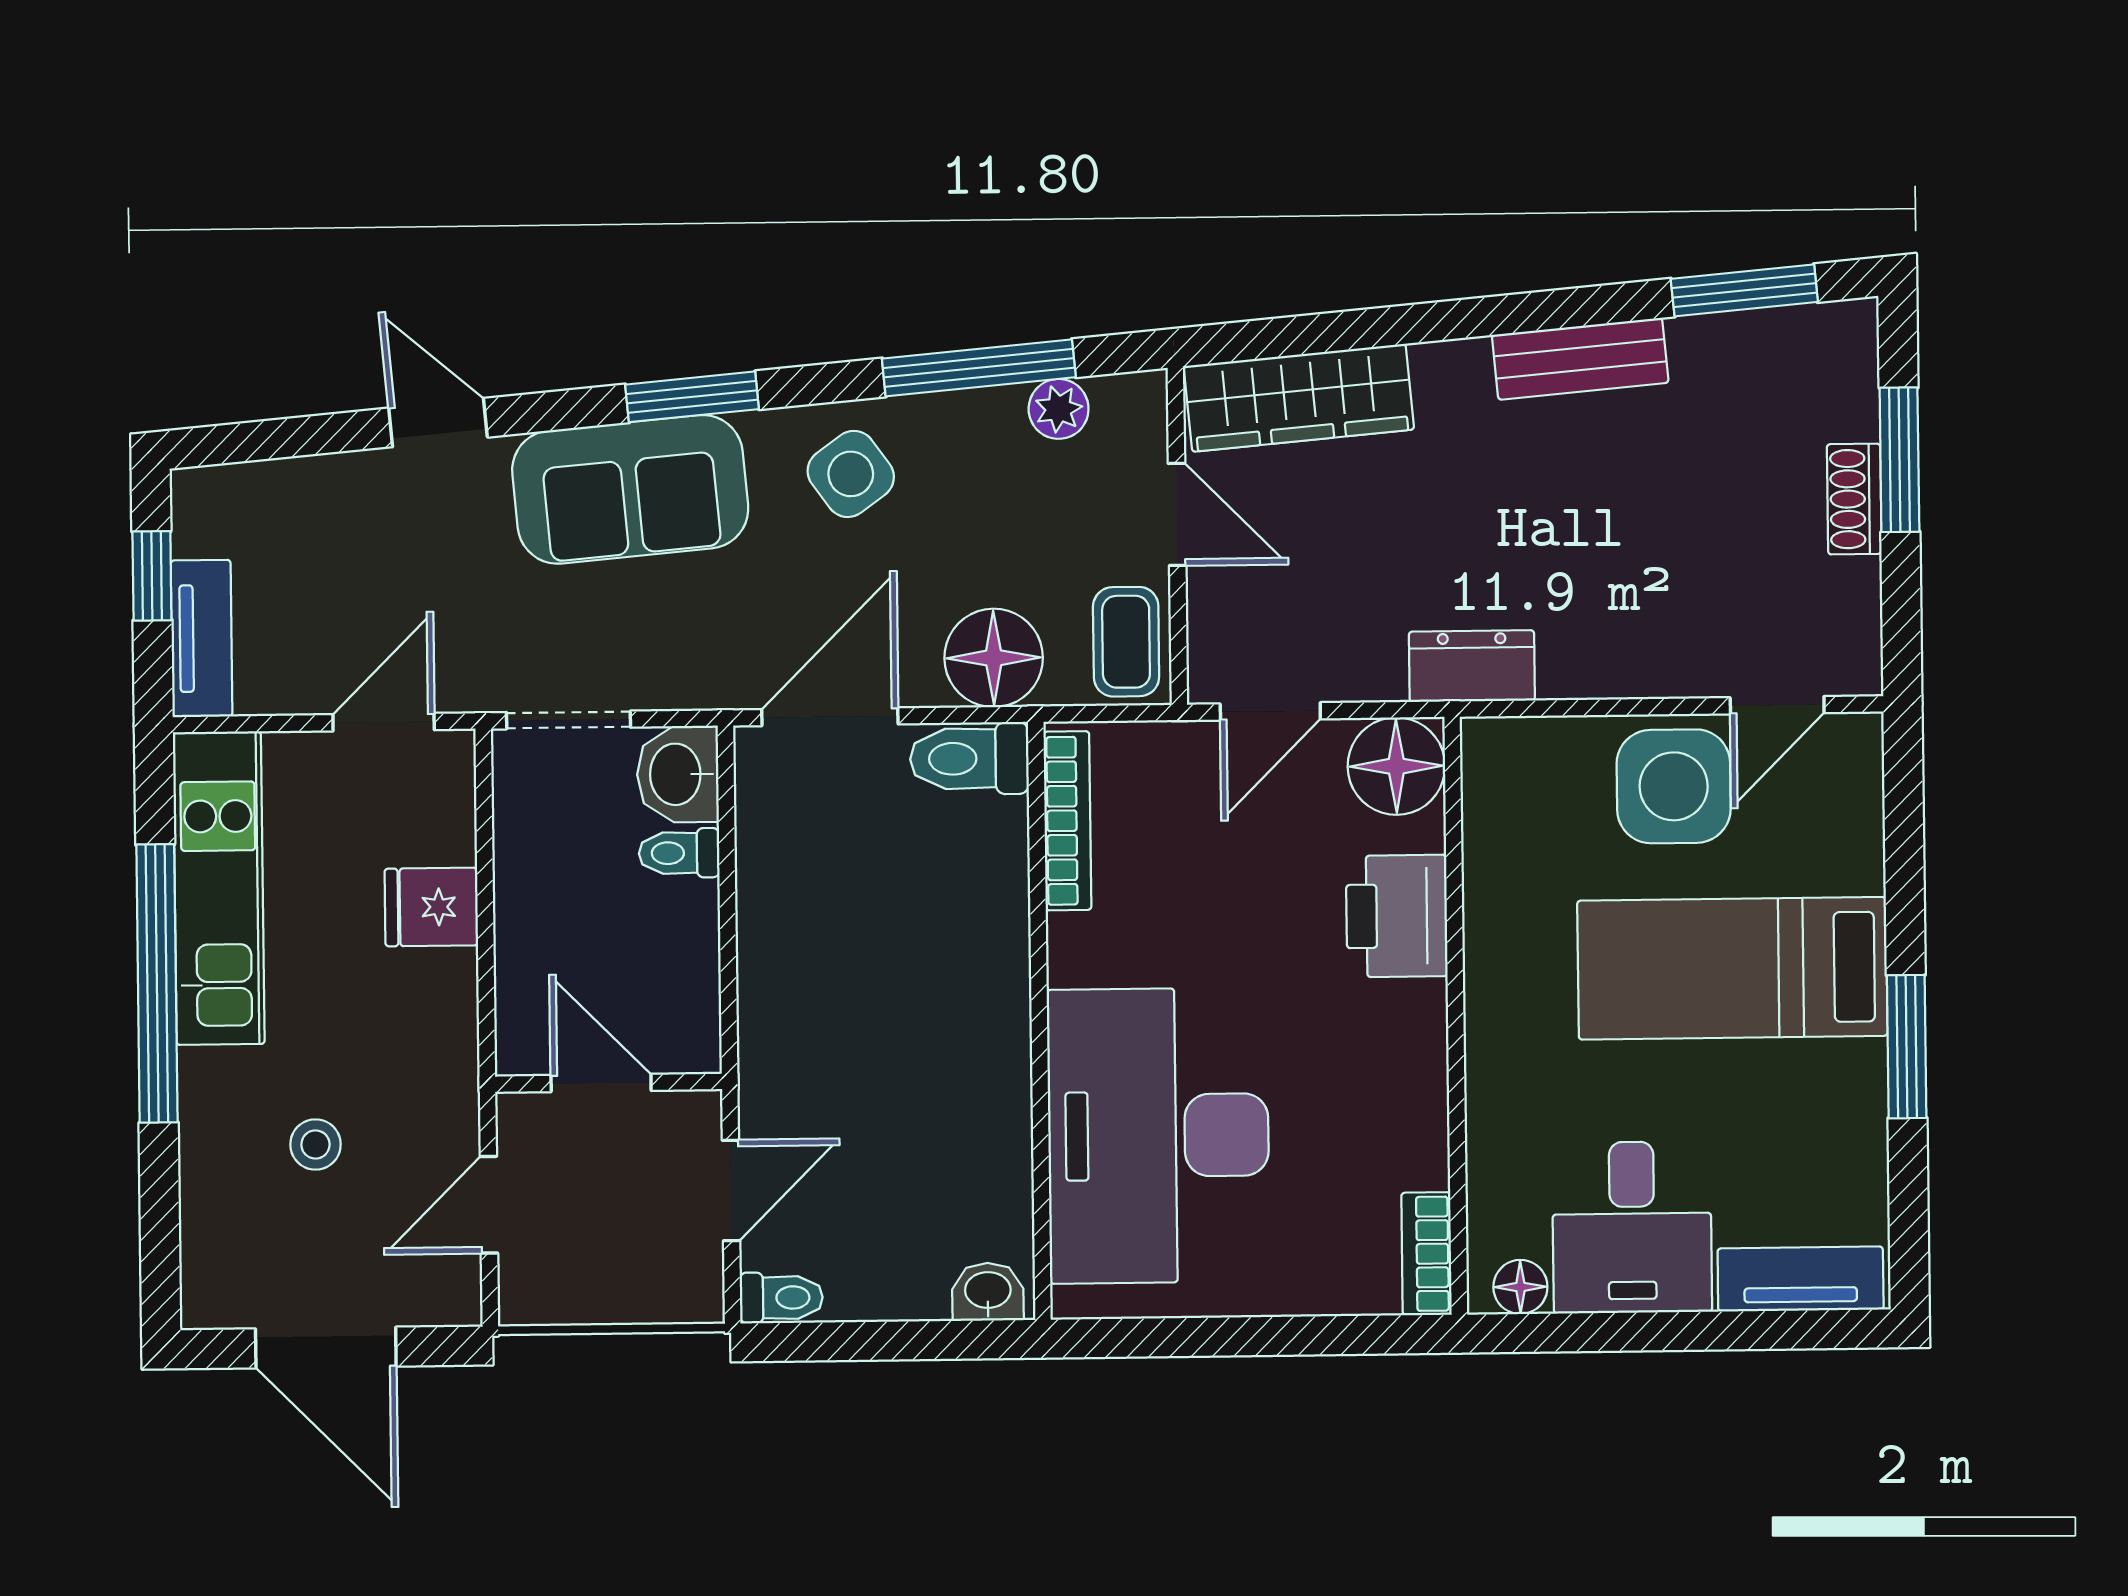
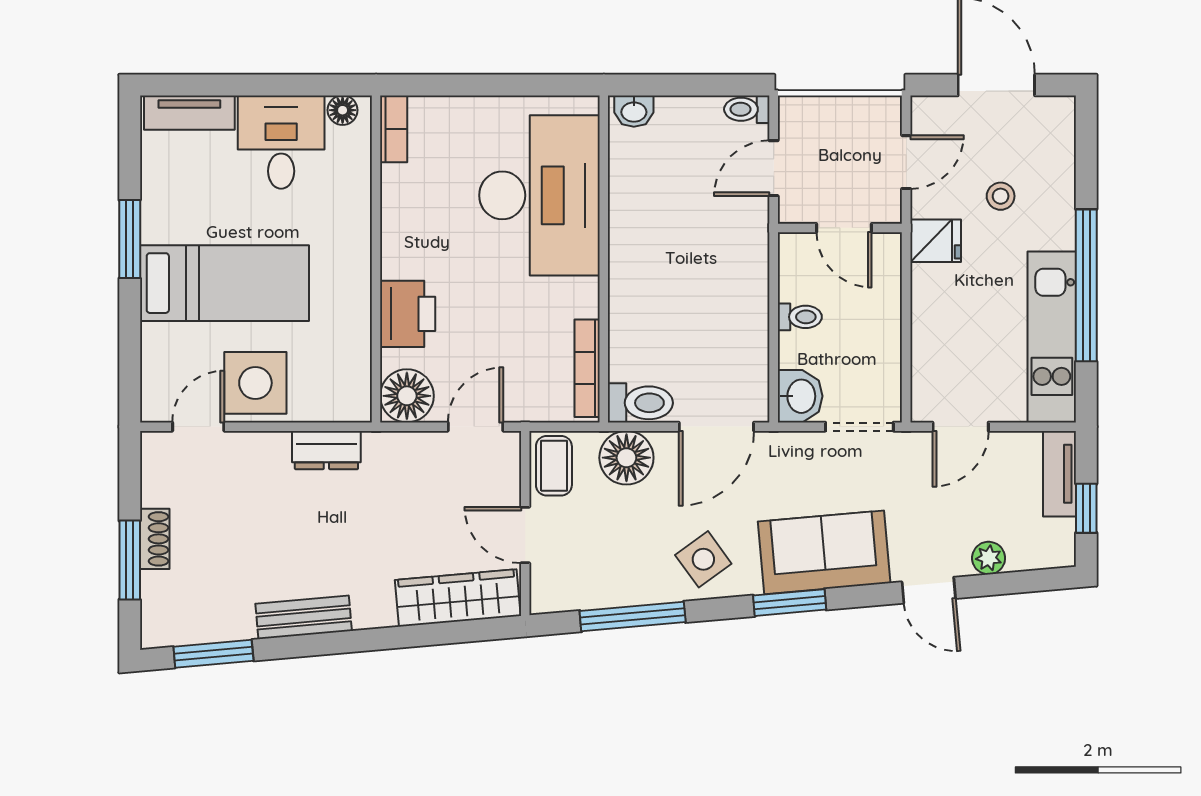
plant: (1059, 409) -> (989, 558), moved
dresser: (1472, 666) -> (326, 450), moved
toilet: (679, 853) -> (800, 317), moved
fridge: (431, 907) -> (936, 241), moved

